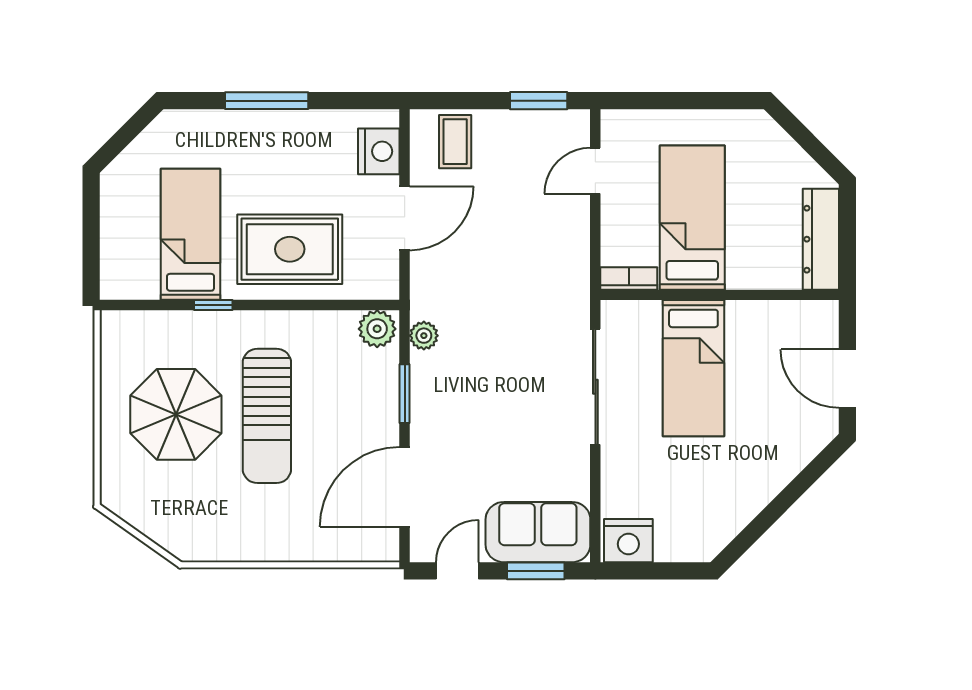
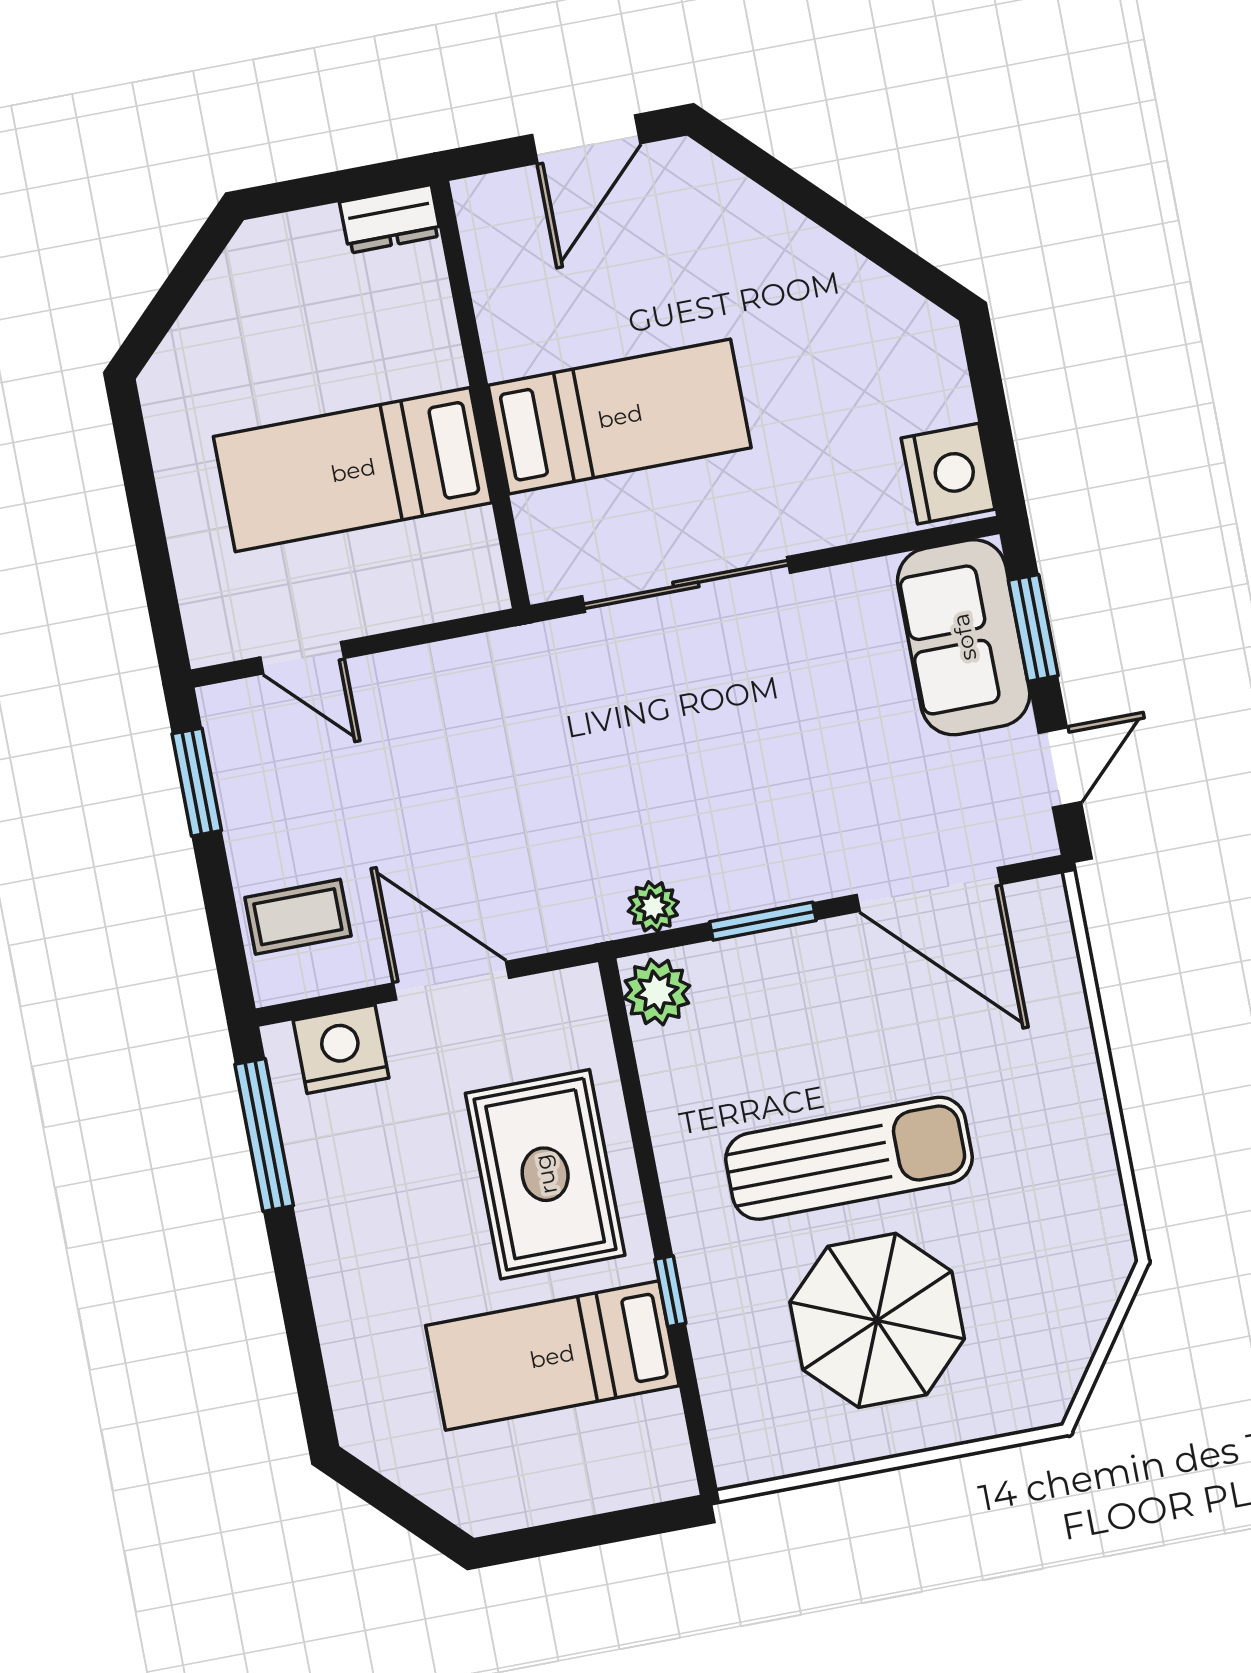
window: (267, 101) -> (264, 1135), moved
dresser: (821, 239) -> (390, 219), width x0.51, depth x0.80
bookcase: (629, 278) -> (482, 562), removed
door: (457, 571) -> (1060, 767), swing flipped

